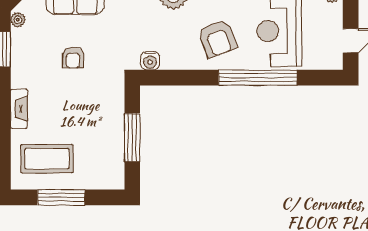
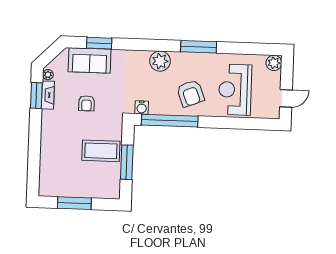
window: (258, 78) -> (170, 121), moved
fireplace: (19, 109) -> (48, 95), moved
coffee table: (47, 159) -> (101, 151), moved

